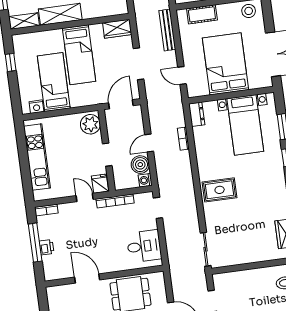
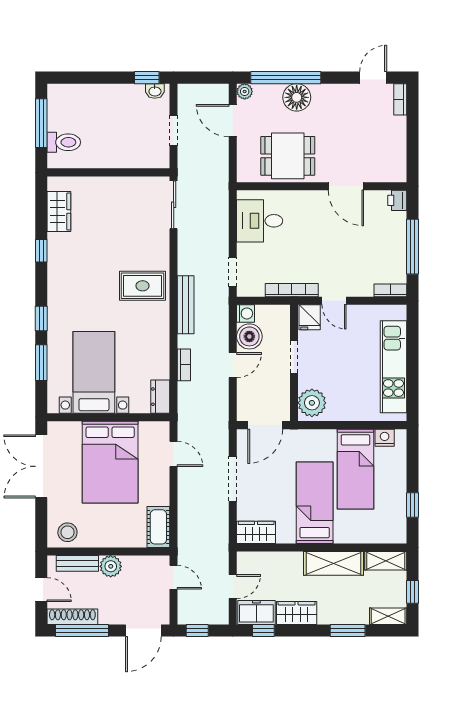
cot: (202, 14) -> (158, 527), moved, turned 90
bench: (167, 30) -> (186, 305), moved
printer: (46, 247) -> (397, 200), moved

